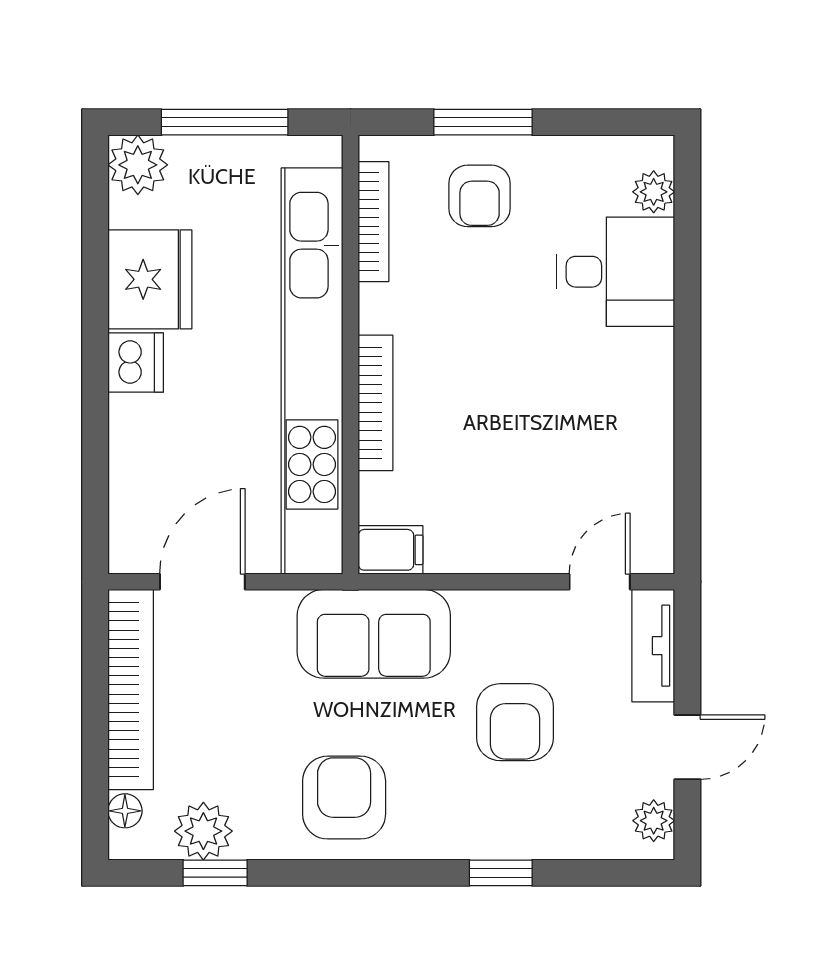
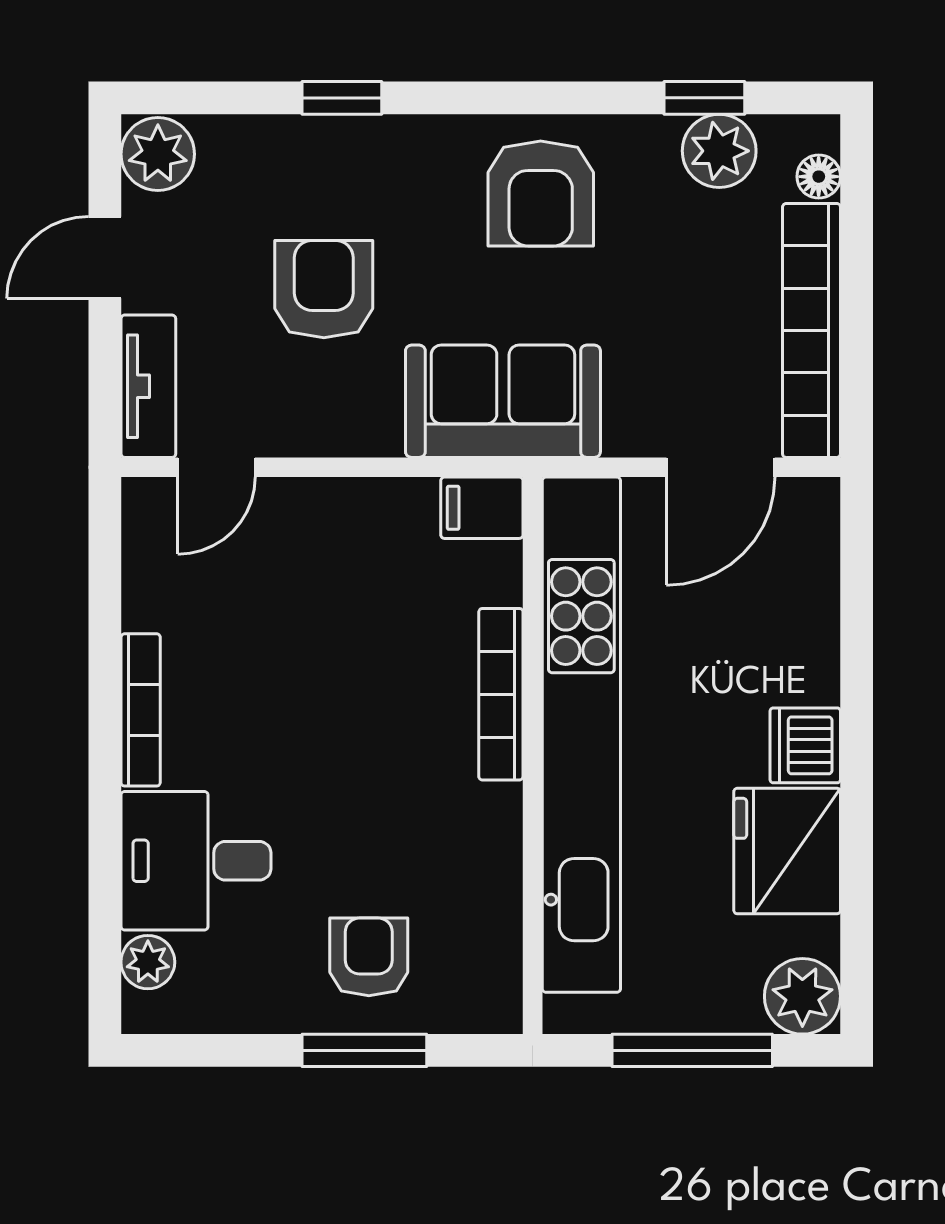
bookcase: (373, 222) -> (141, 710), moved, turned 180
plant: (654, 821) -> (158, 154), width x1.38, depth x1.38

